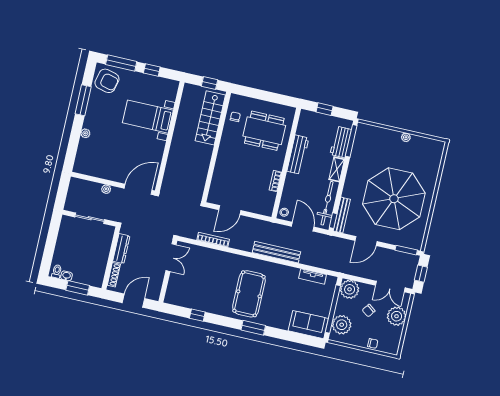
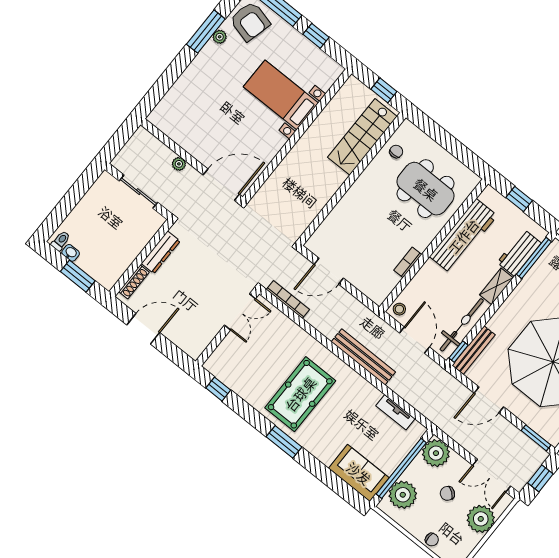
plant: (85, 133) -> (220, 37), moved
workbench: (298, 155) -> (463, 236), width x1.36, depth x1.32
double door: (171, 258) -> (240, 312), moved
wall: (168, 271) -> (227, 328), moved

